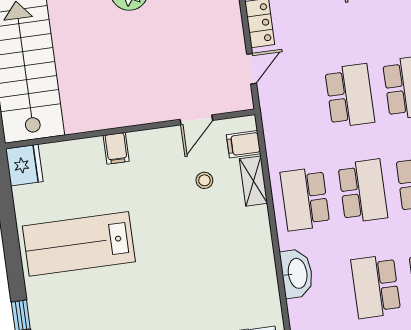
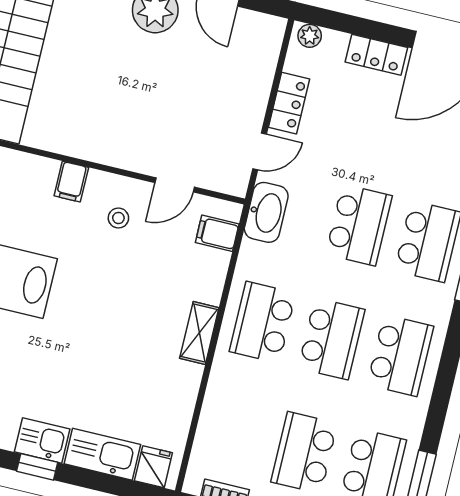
stool: (204, 180) -> (118, 218), moved
shelving: (253, 181) -> (199, 333), moved
washbasin: (297, 273) -> (266, 212), moved

